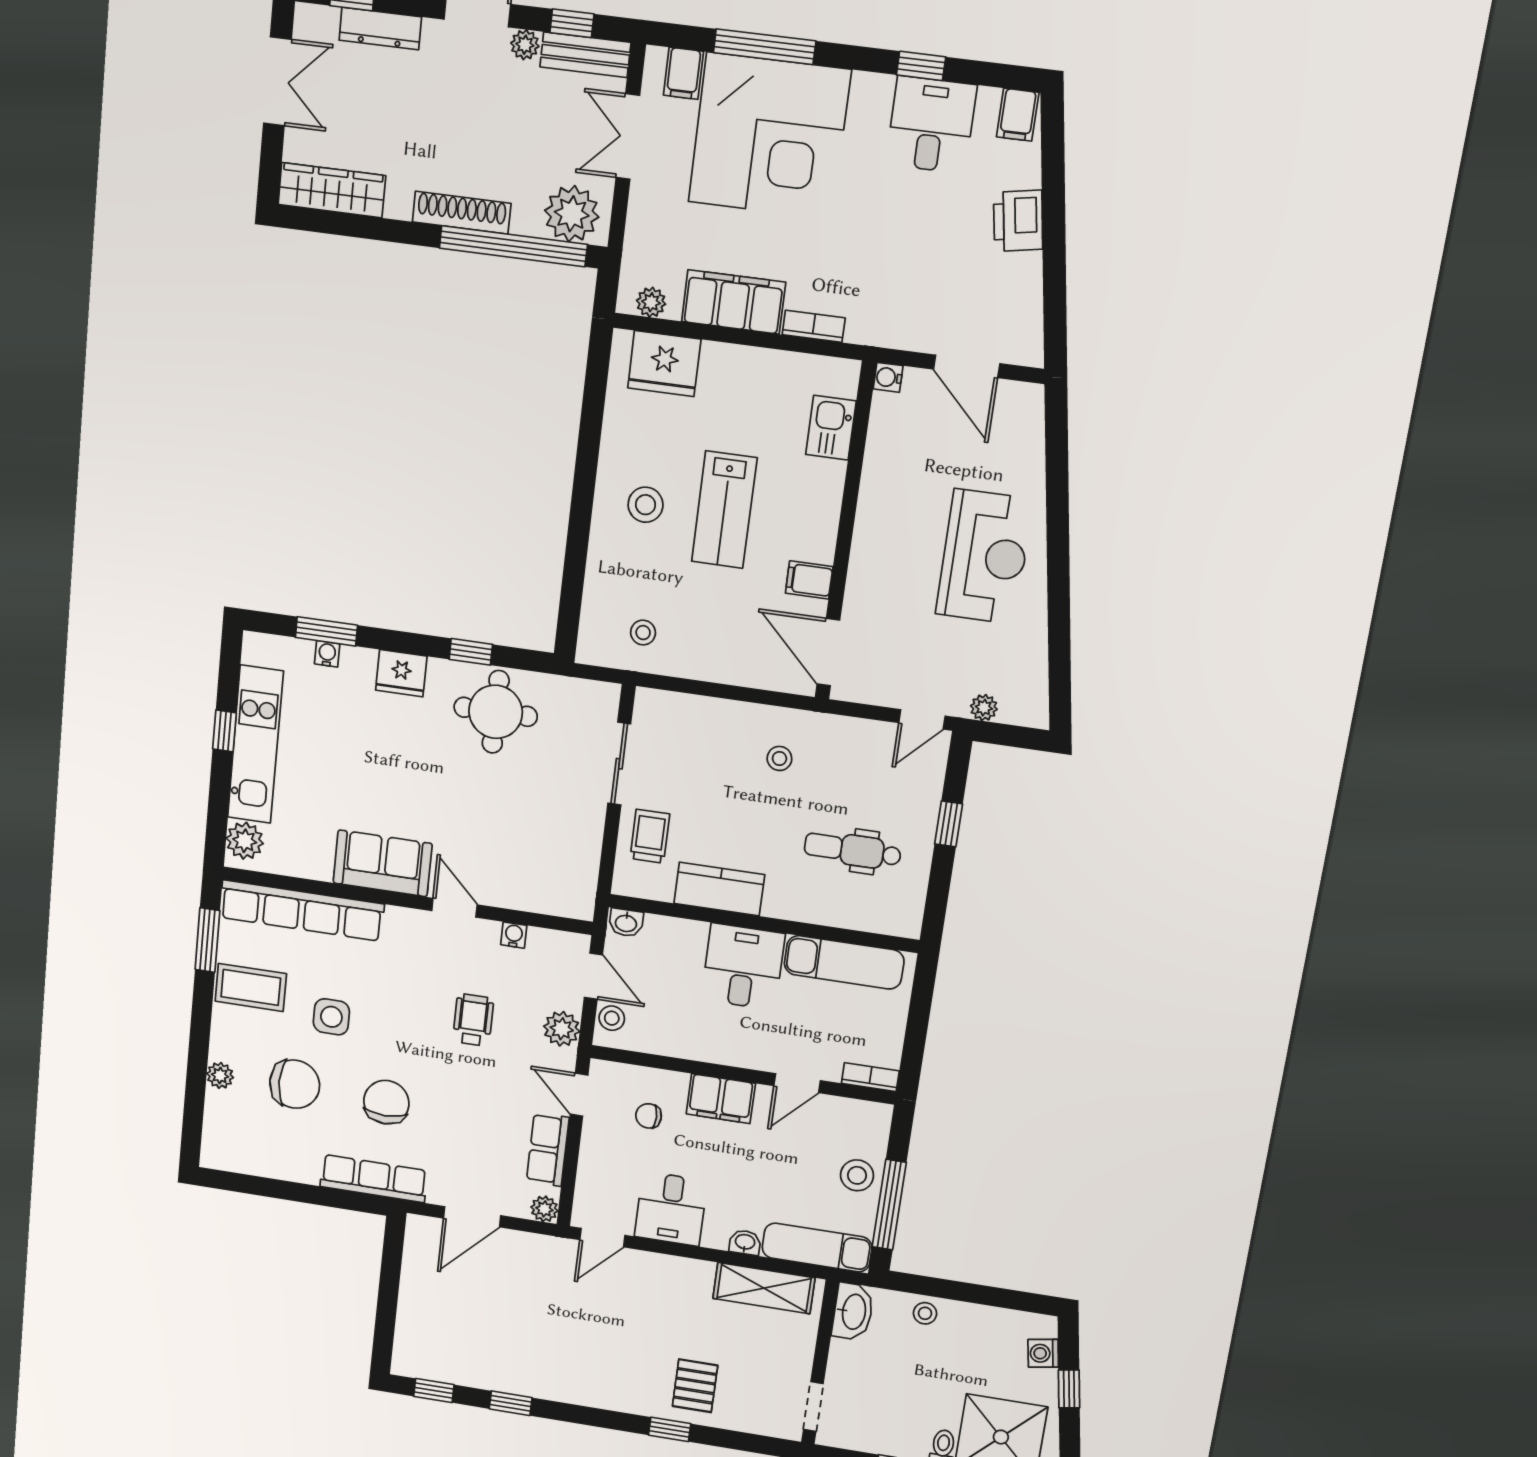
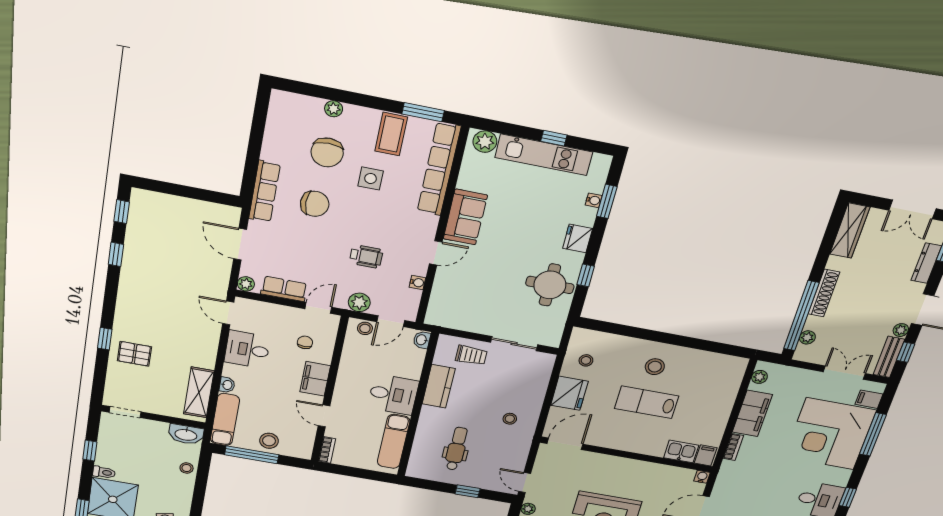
plant: (572, 214) -> (807, 337), width x0.53, depth x0.53
fridge: (664, 364) -> (569, 393), moved, turned 180
filing cabinet: (809, 580) -> (706, 455), moved

